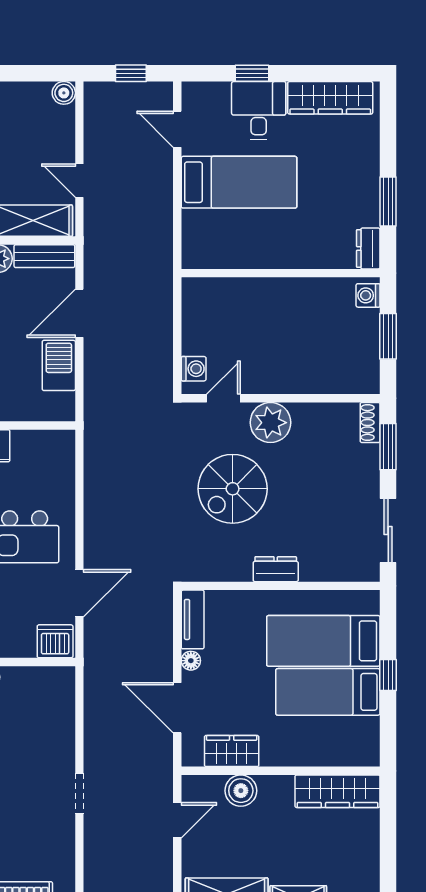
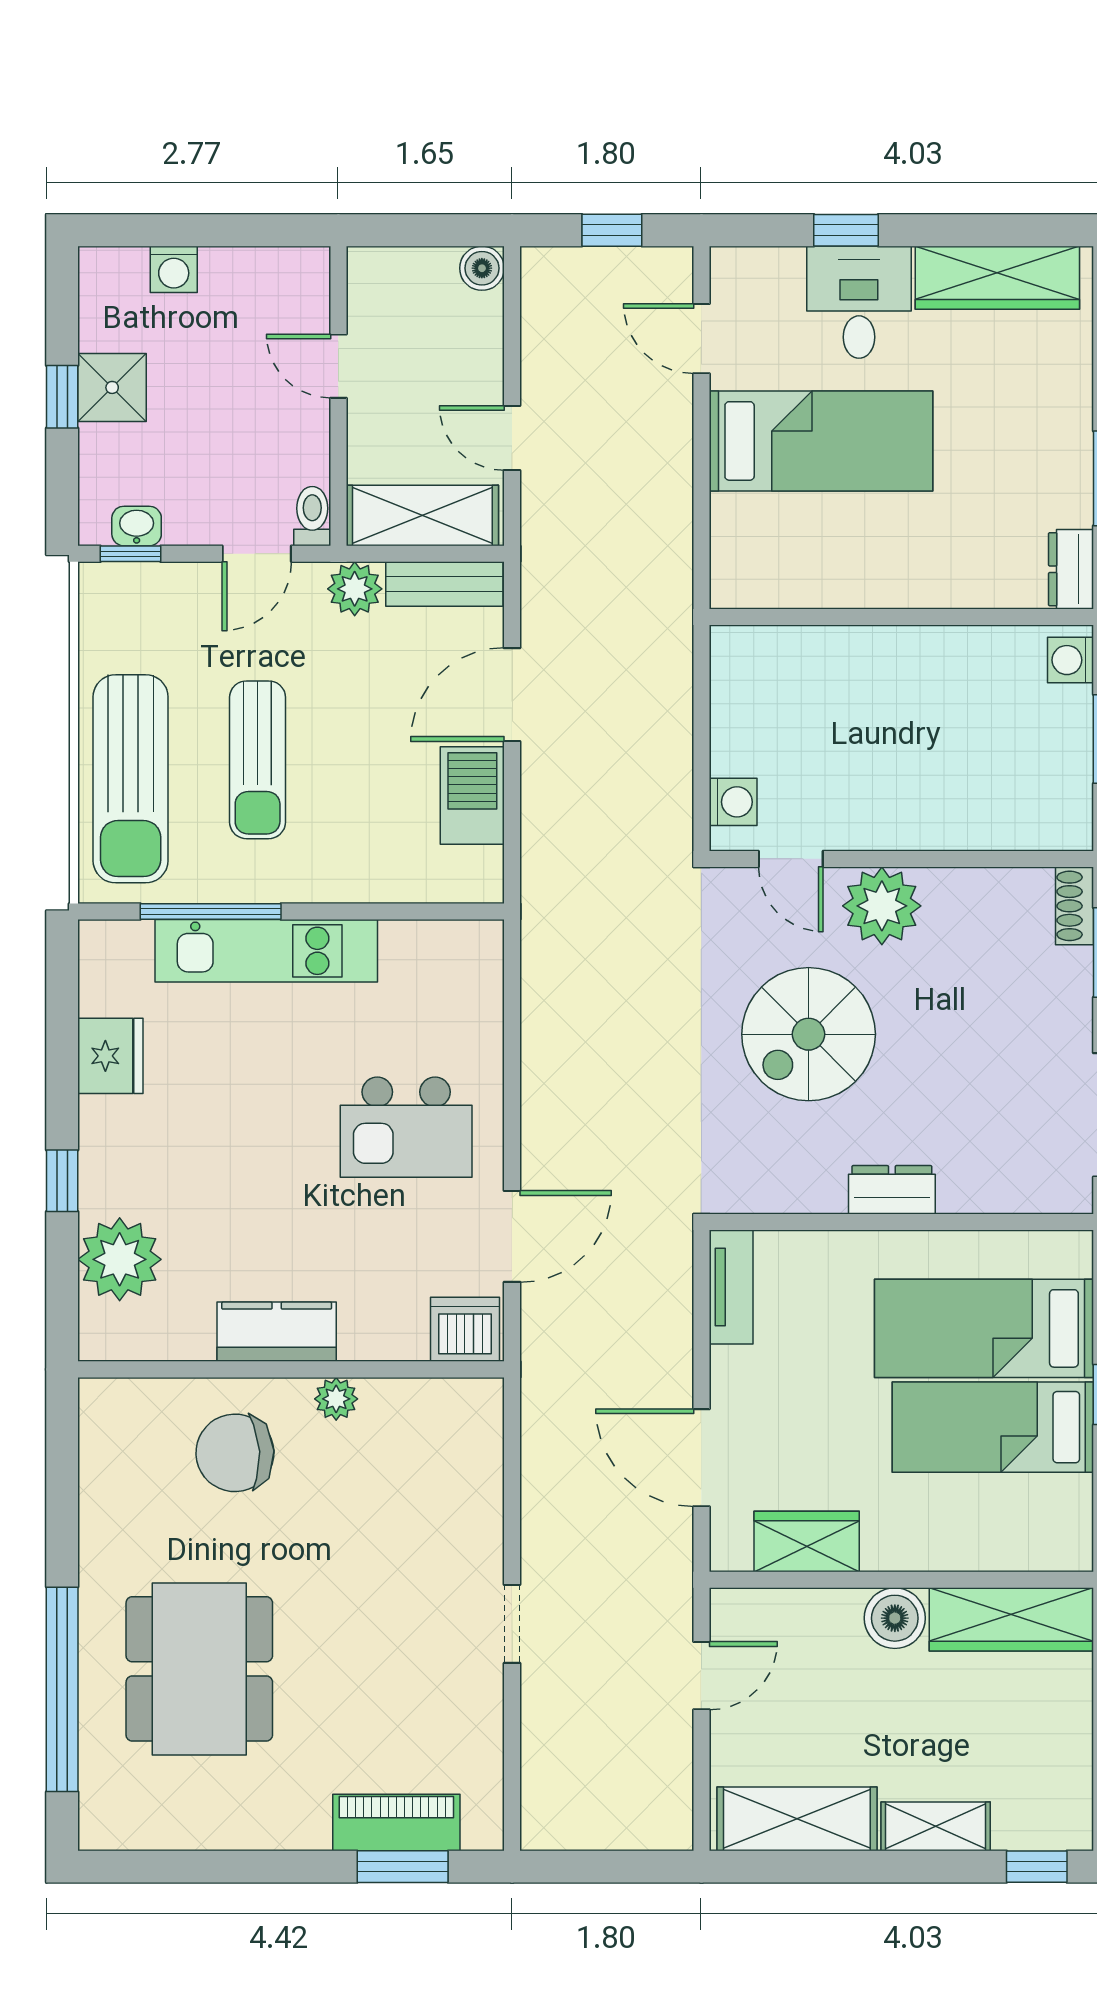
door: (223, 398) -> (791, 859), swing flipped
floor lamp: (191, 661) -> (728, 1367), removed
boiler: (241, 791) -> (895, 1618), moved

